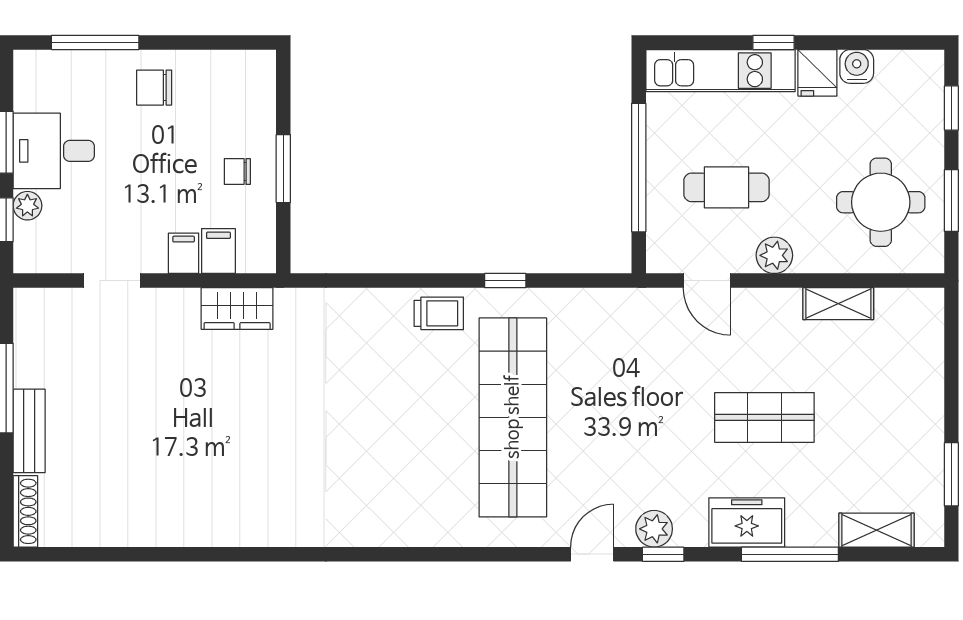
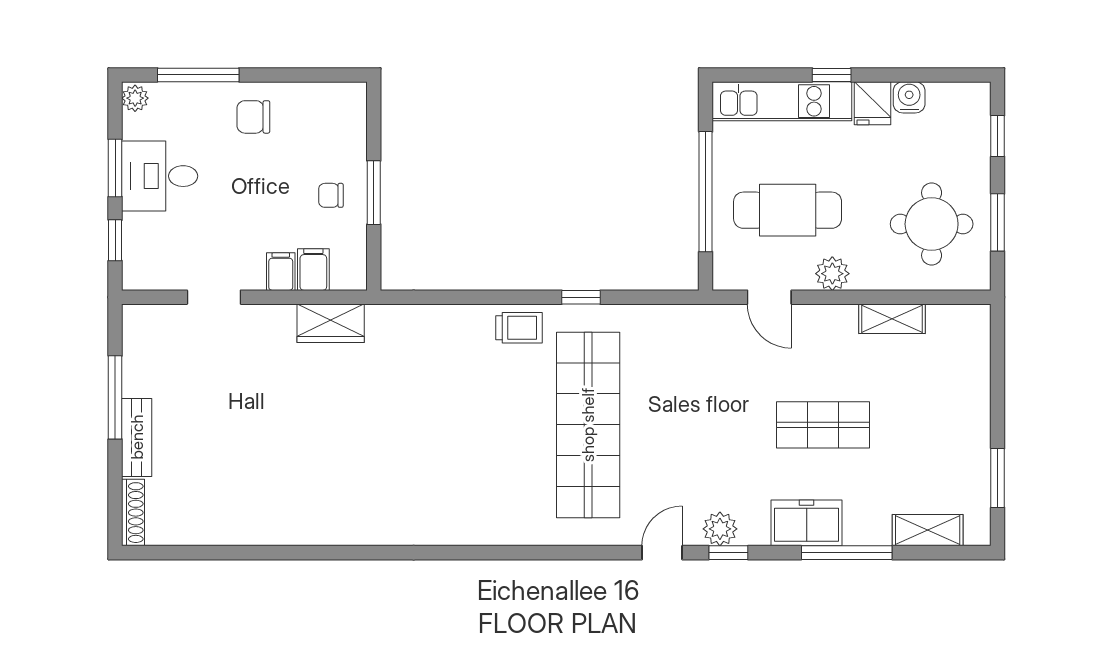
cafe table: (726, 187) -> (788, 210), width x1.37, depth x1.35
plant: (27, 206) -> (135, 98), moved

